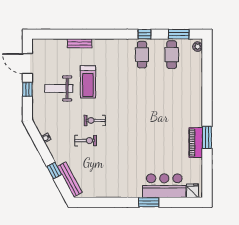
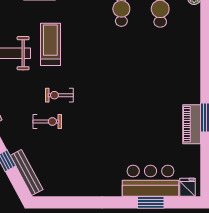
treadmill: (88, 82) -> (50, 44), turned 180
window: (149, 202) -> (151, 202), moved

